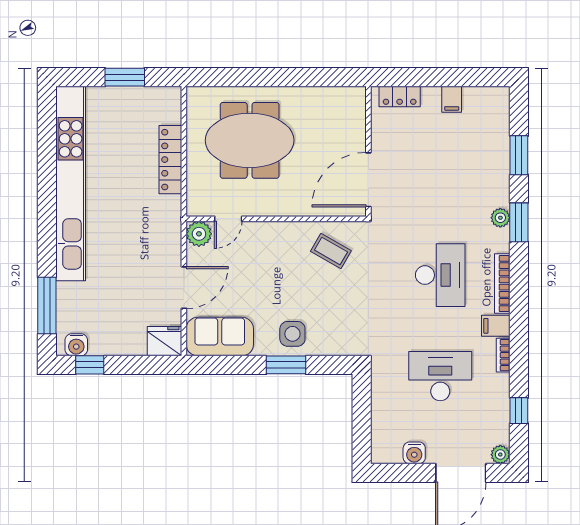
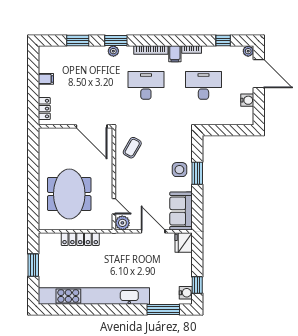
desk: (440, 376) -> (204, 85), turned 90

